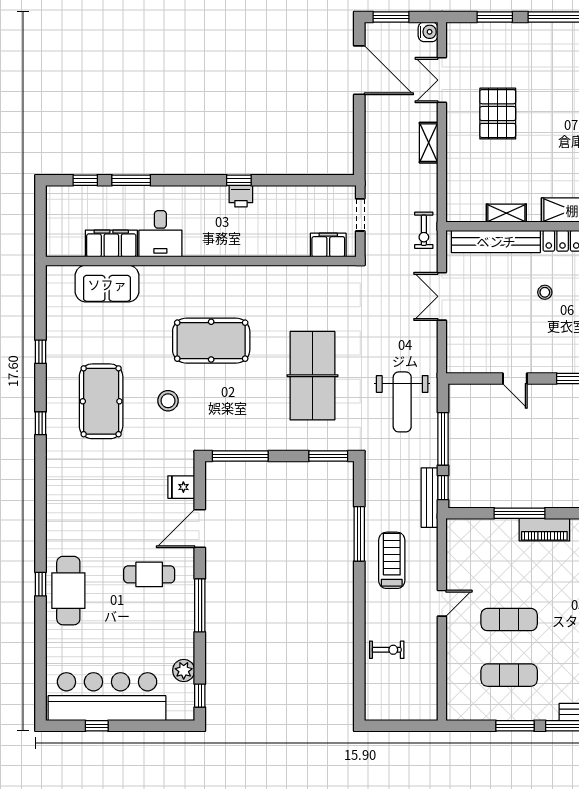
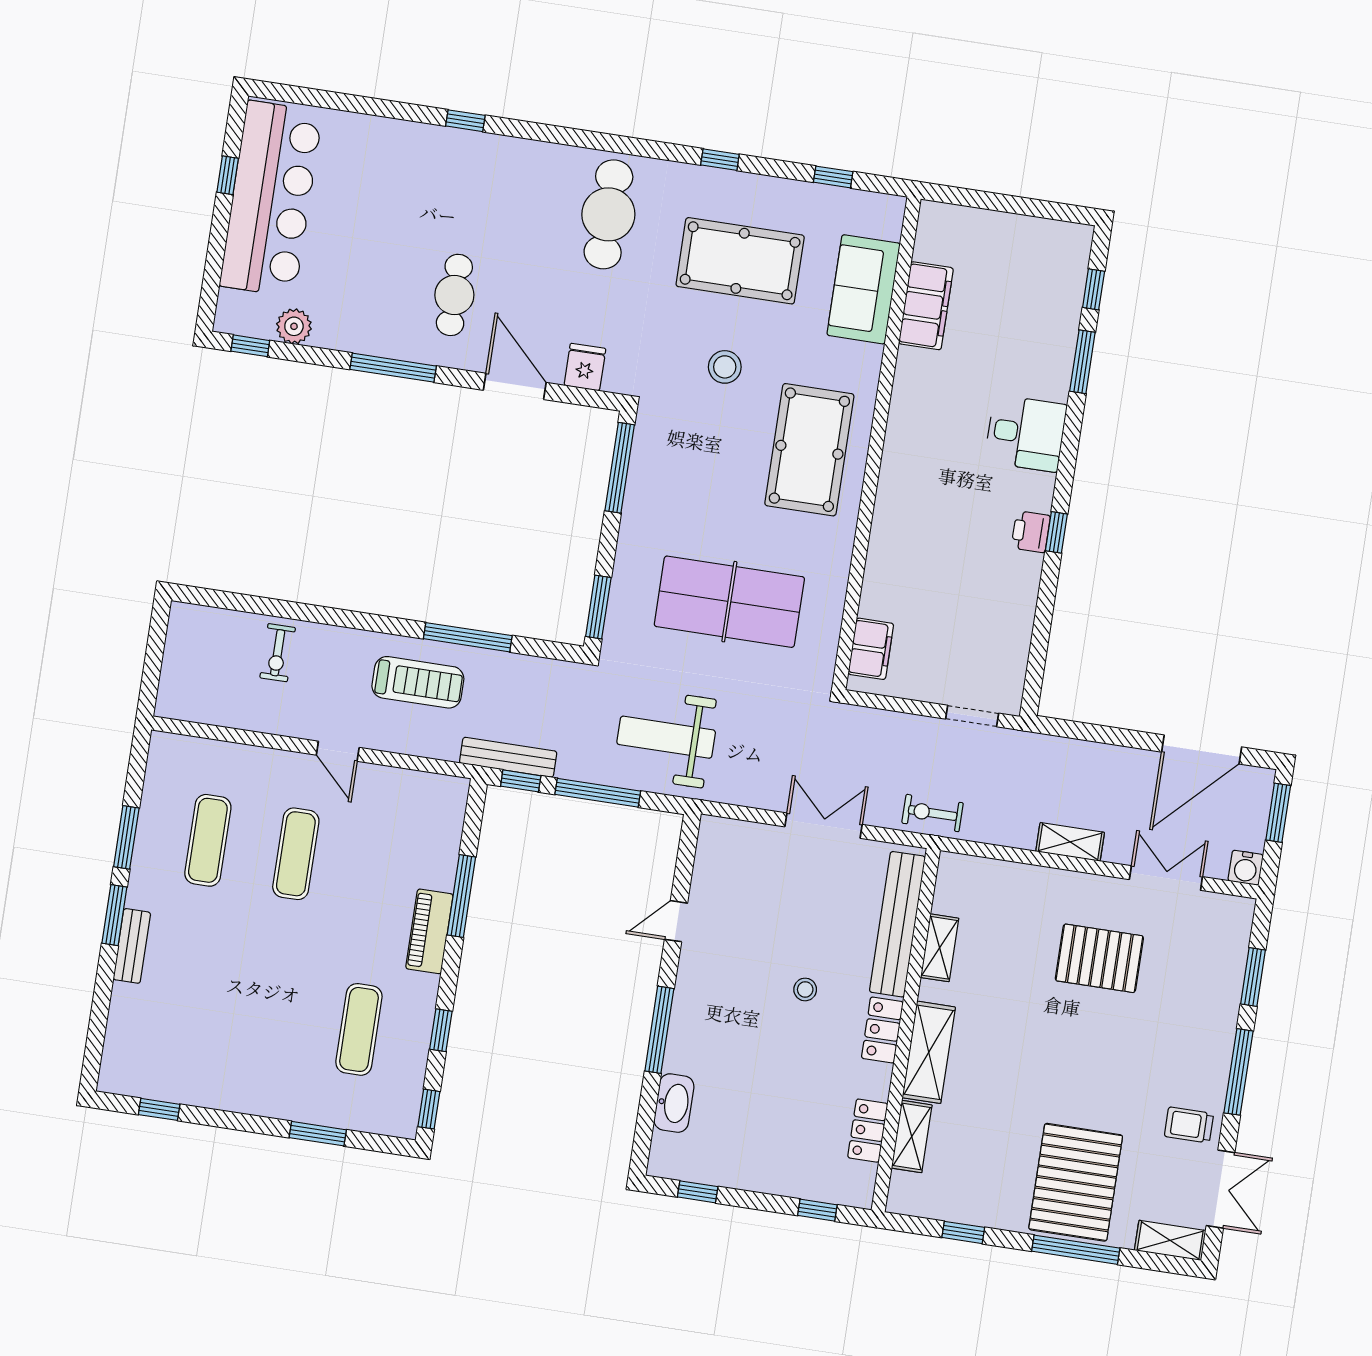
desk: (160, 234) -> (1026, 433), moved, turned 180
filing cabinet: (111, 243) -> (926, 306), moved
filing cabinet: (328, 245) -> (871, 649), moved
wall: (201, 261) -> (876, 443), moved
sofa: (107, 284) -> (864, 289), moved
cafe table: (68, 591) -> (608, 214), moved, turned 90

